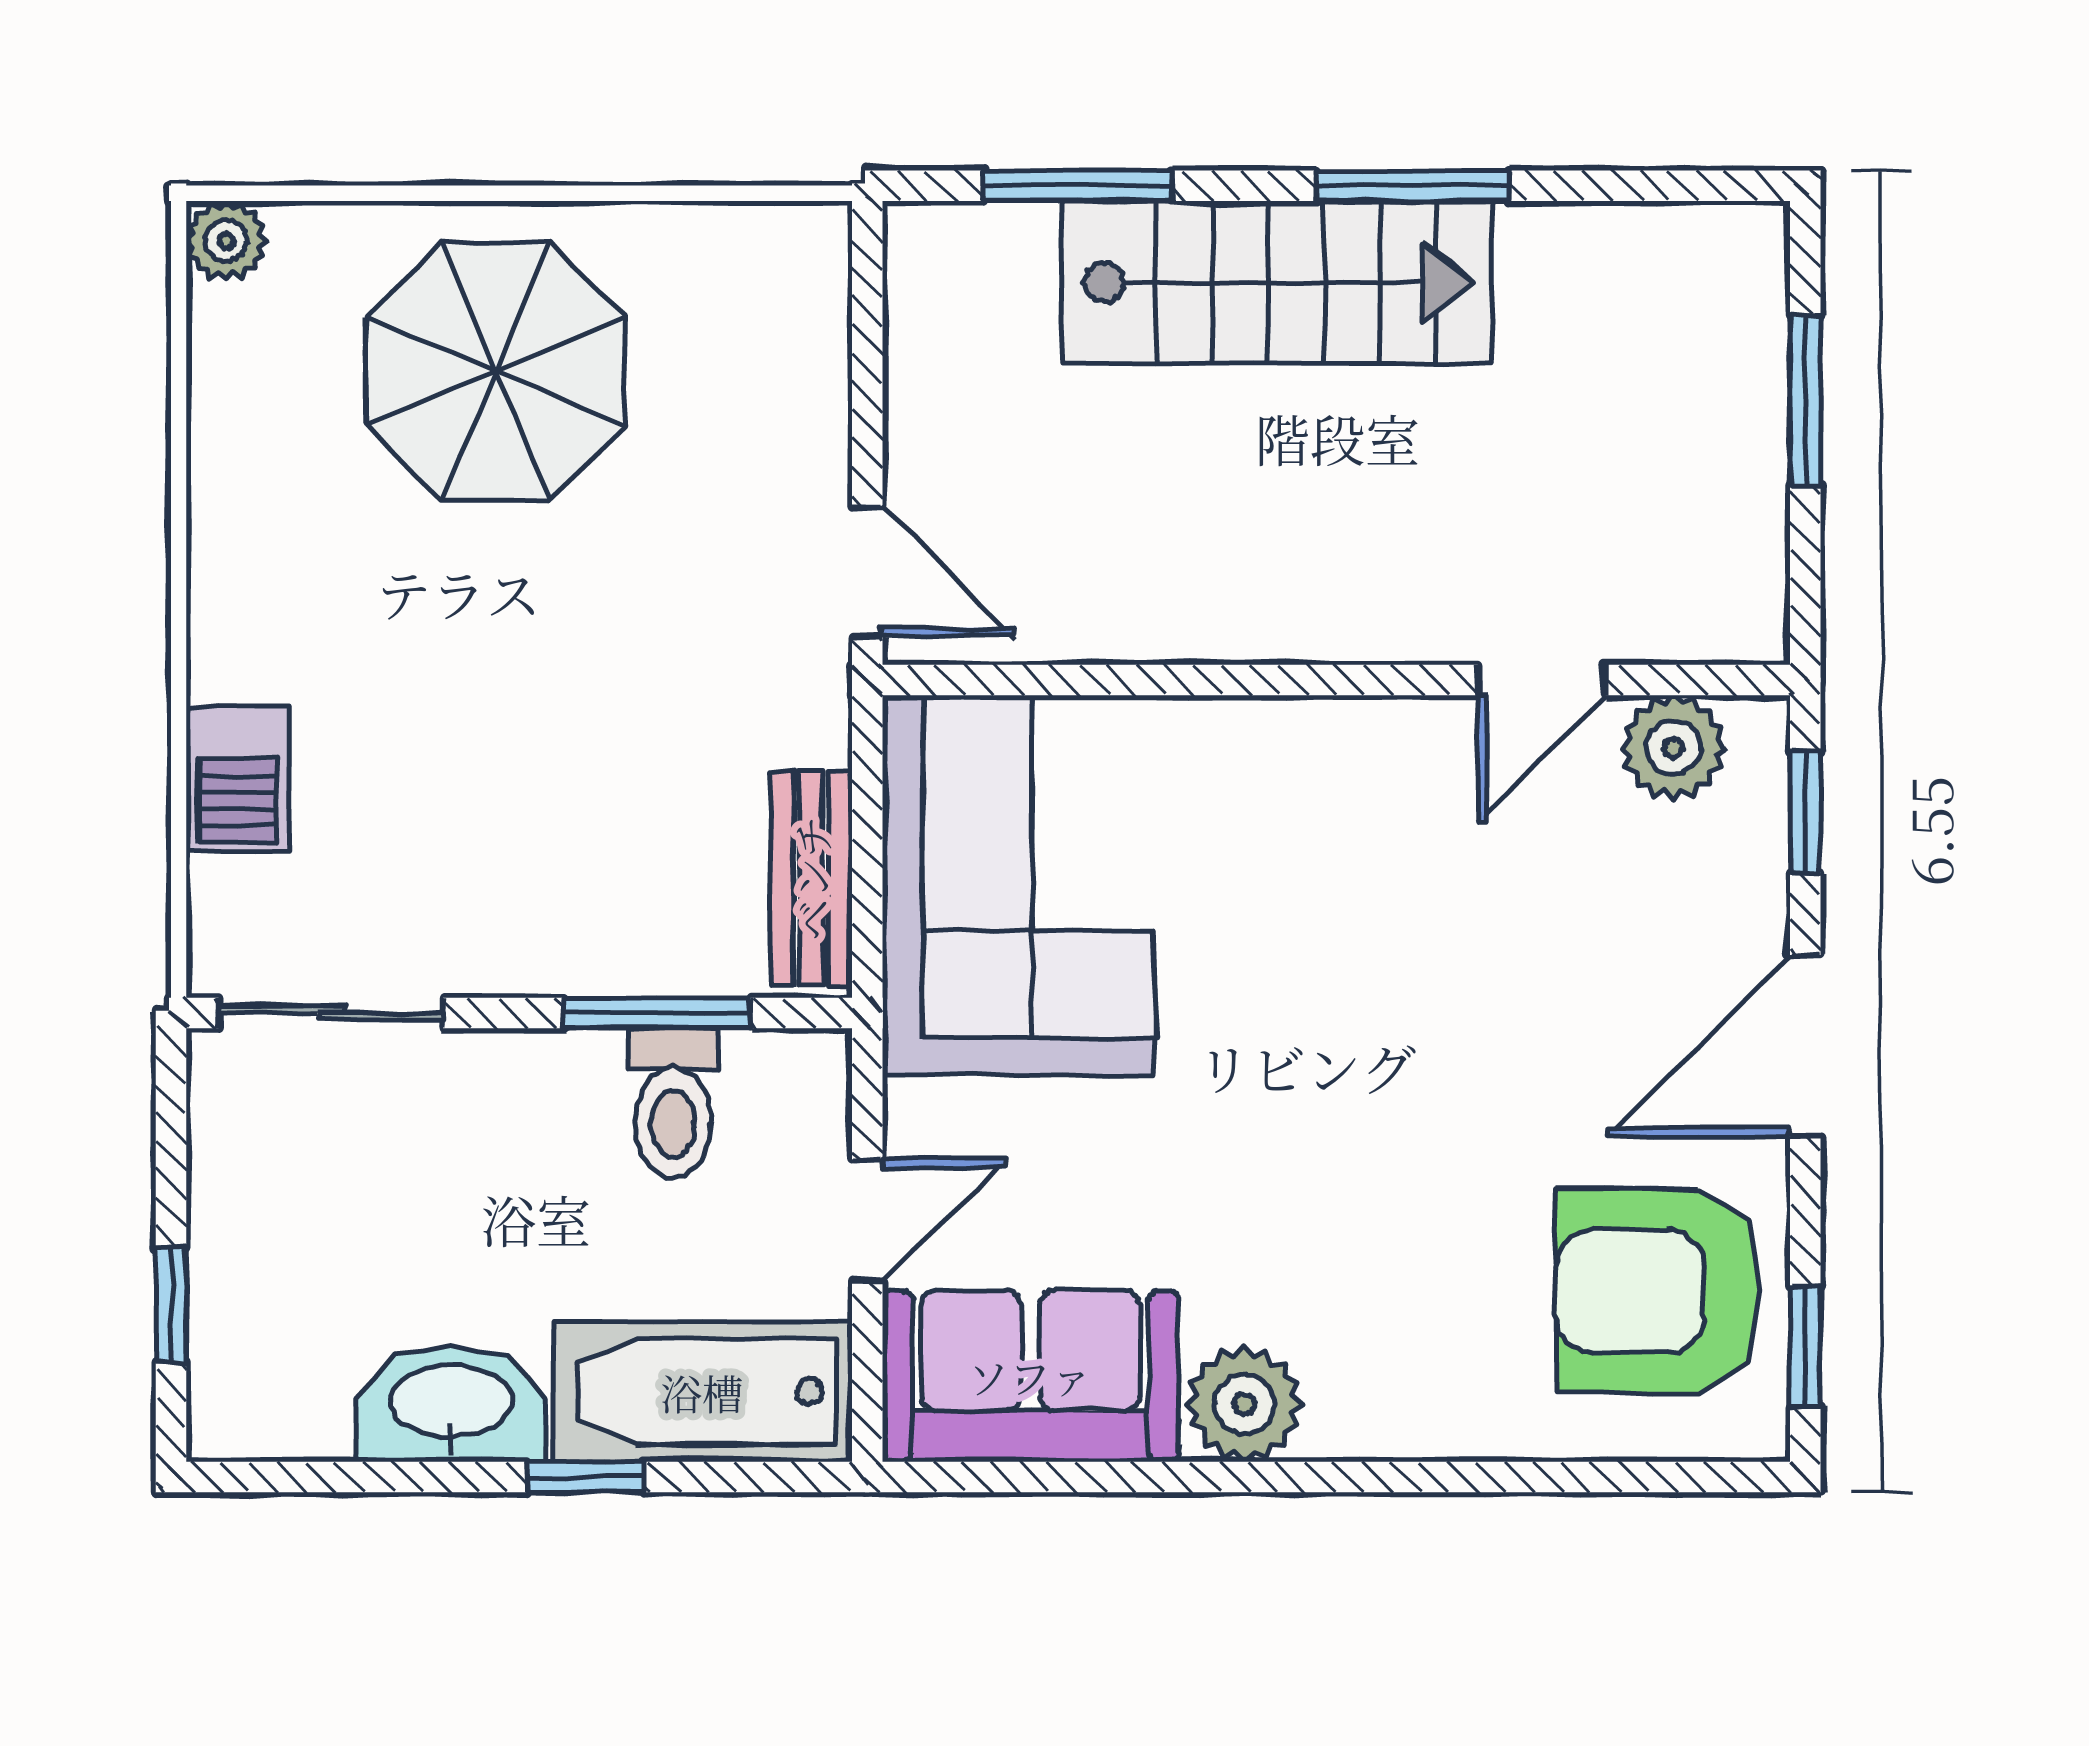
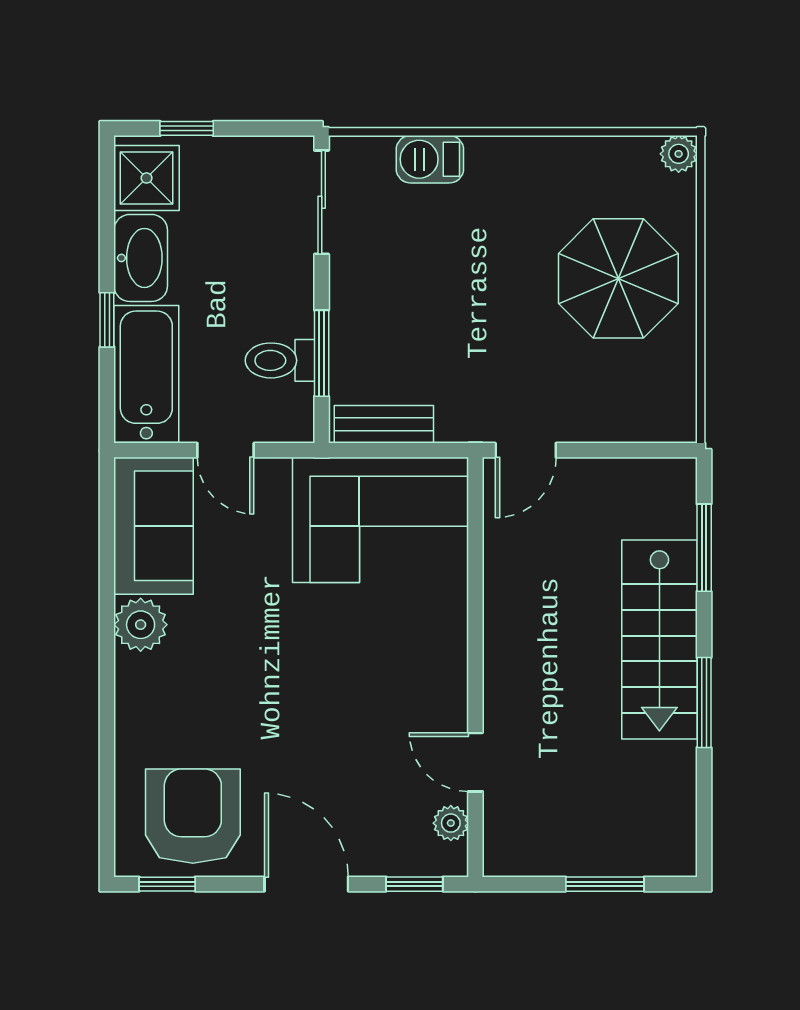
plant: (1673, 748) -> (451, 823), width x0.73, depth x0.73
shower: (278, 1391) -> (147, 178), added

